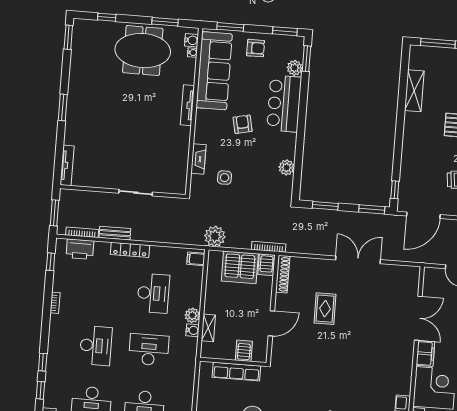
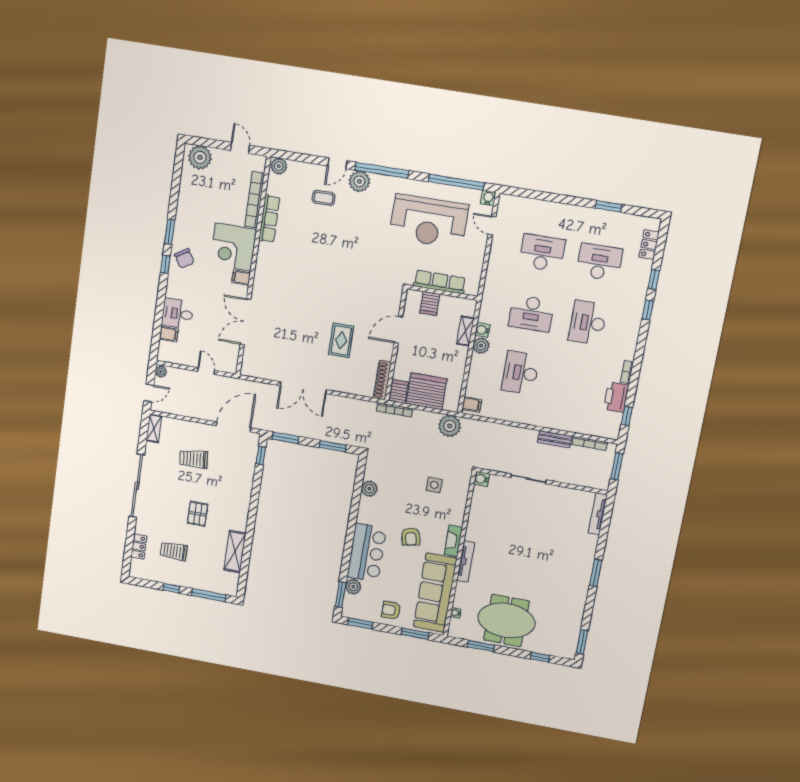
water cooler: (192, 40) -> (482, 479), moved
fireplace: (198, 159) -> (453, 541), moved
printer: (80, 249) -> (616, 397), moved, turned -90
locker: (130, 250) -> (541, 420), removed
filing cabinet: (425, 354) -> (241, 278), width x0.50

